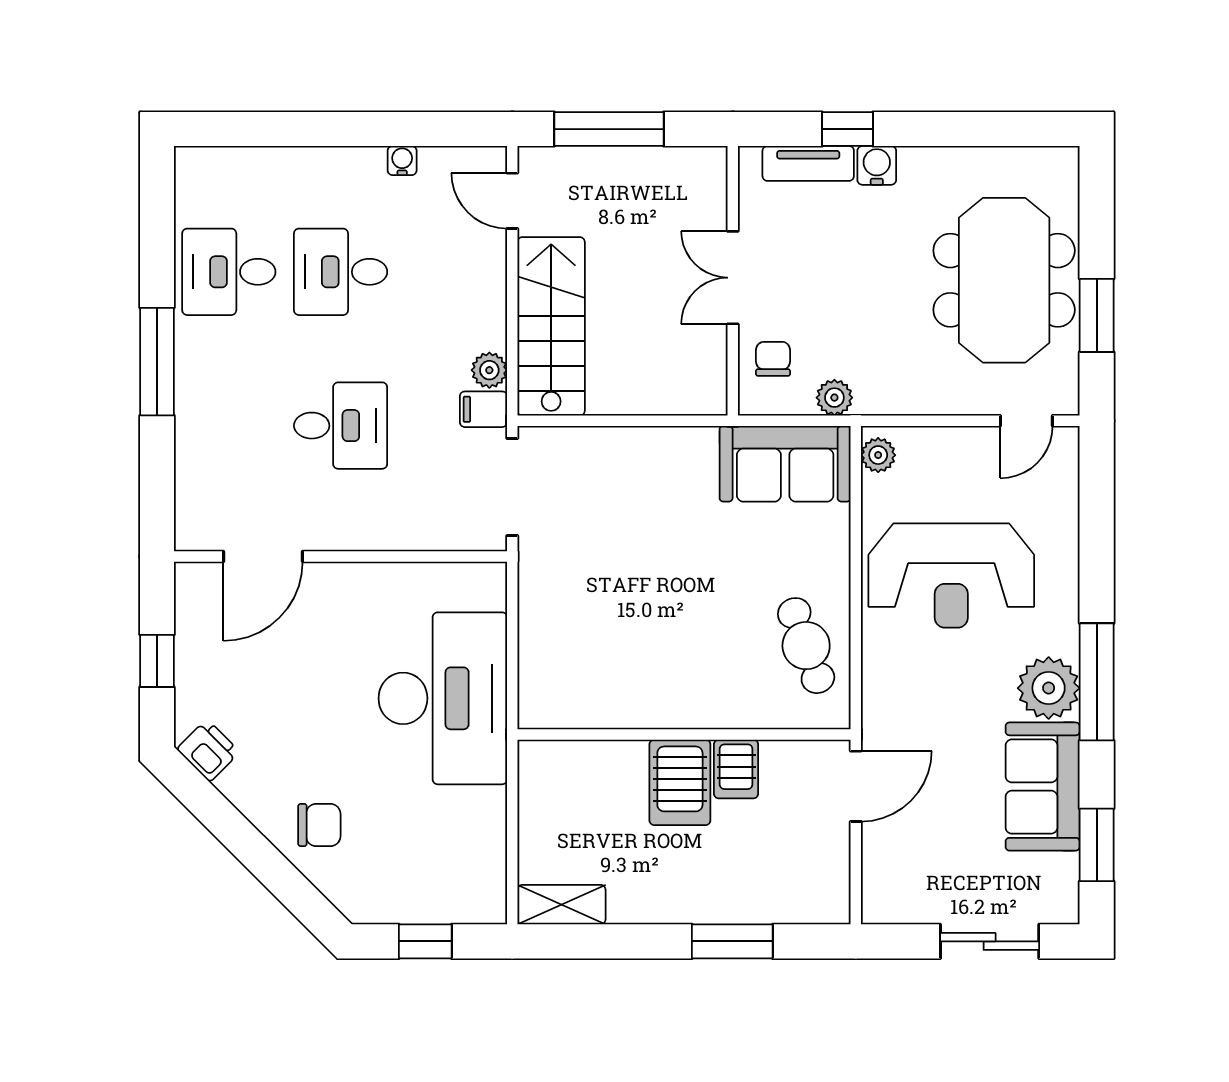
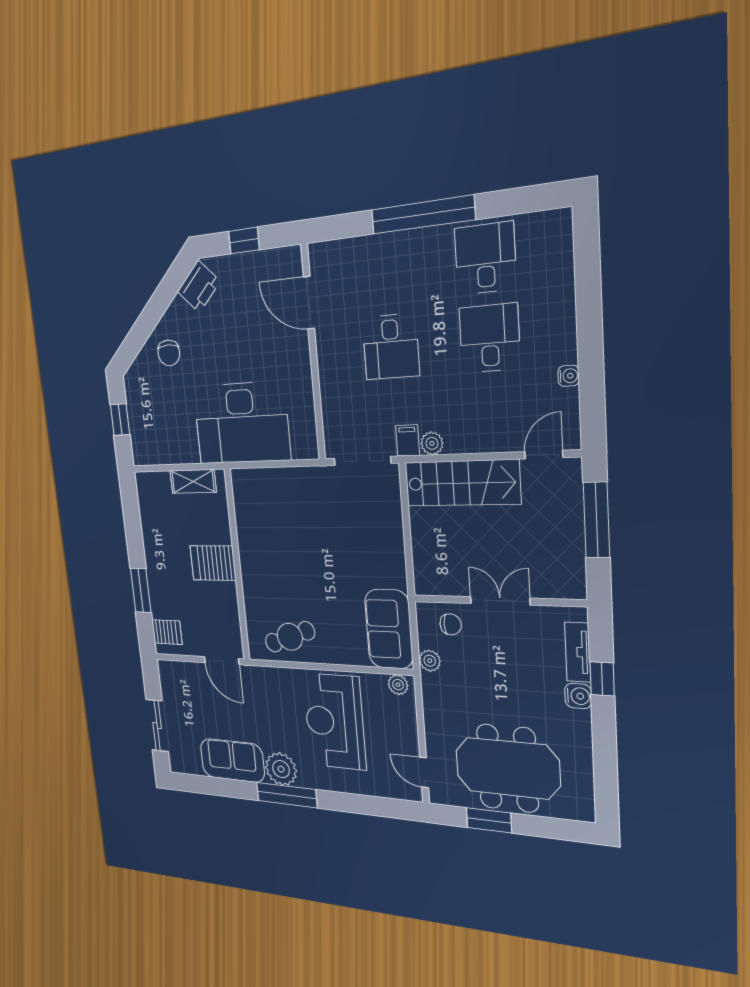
window: (157, 362) -> (423, 215), width x1.46
printer: (208, 751) -> (199, 286), width x1.36, depth x1.24
server rack: (736, 769) -> (167, 632), moved, turned 180
window: (1097, 845) -> (208, 785), removed
shelving: (561, 905) -> (193, 481), moved, turned 90

